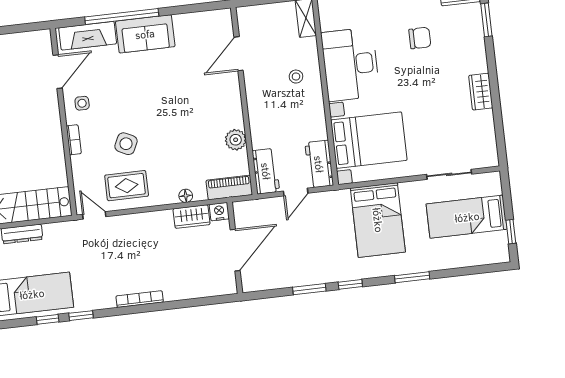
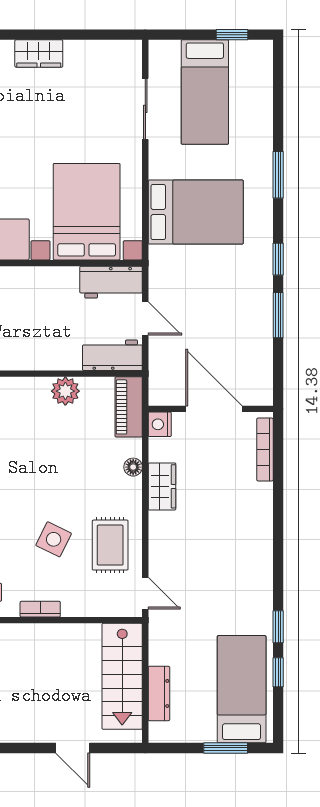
door: (94, 215) -> (145, 593), swing flipped
wardrobe: (192, 217) -> (162, 486), moved
bookcase: (140, 299) -> (265, 450), moved

